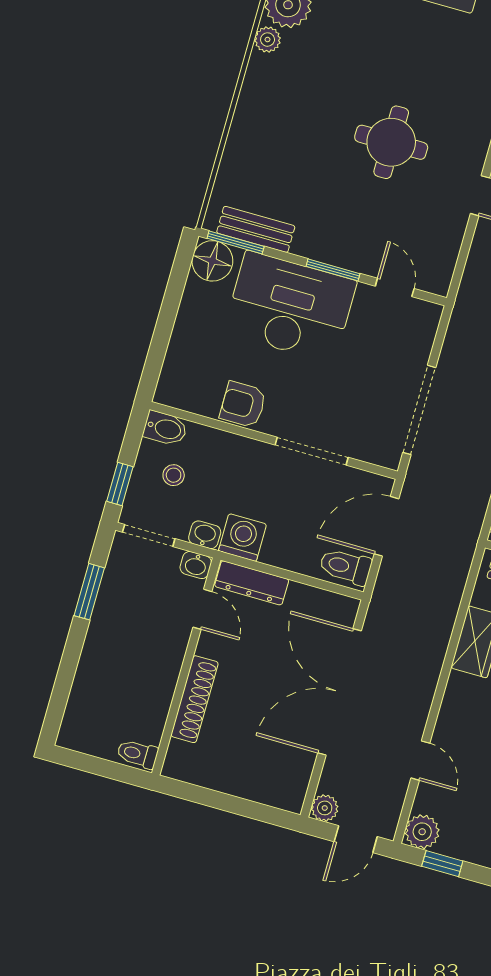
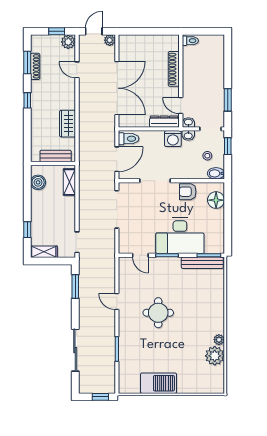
bench: (256, 229) -> (202, 263), width x1.36
floor lamp: (212, 261) -> (216, 200), moved
armchair: (243, 404) -> (188, 192), turned 180

